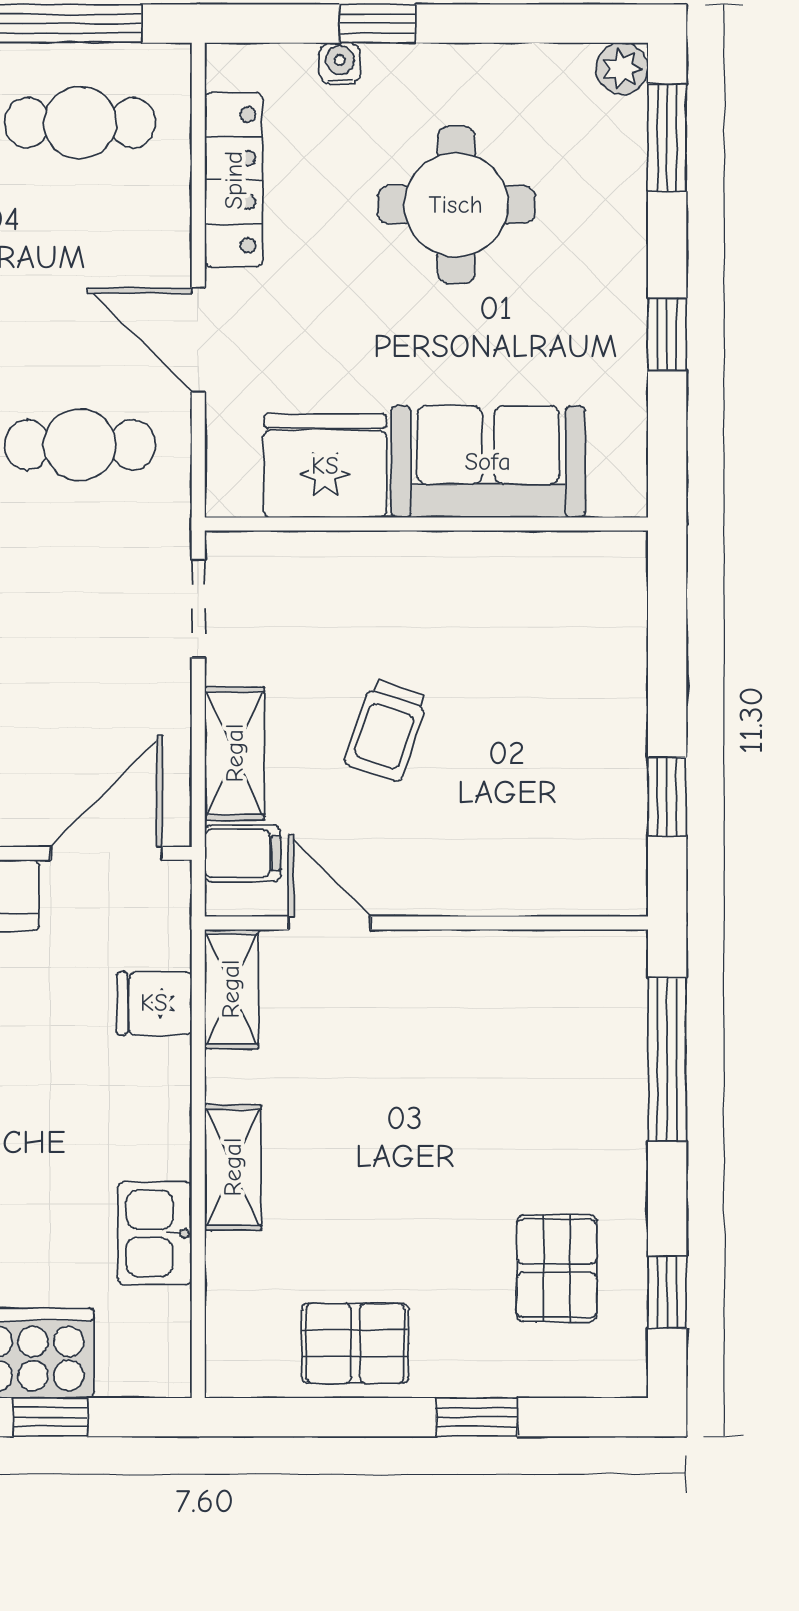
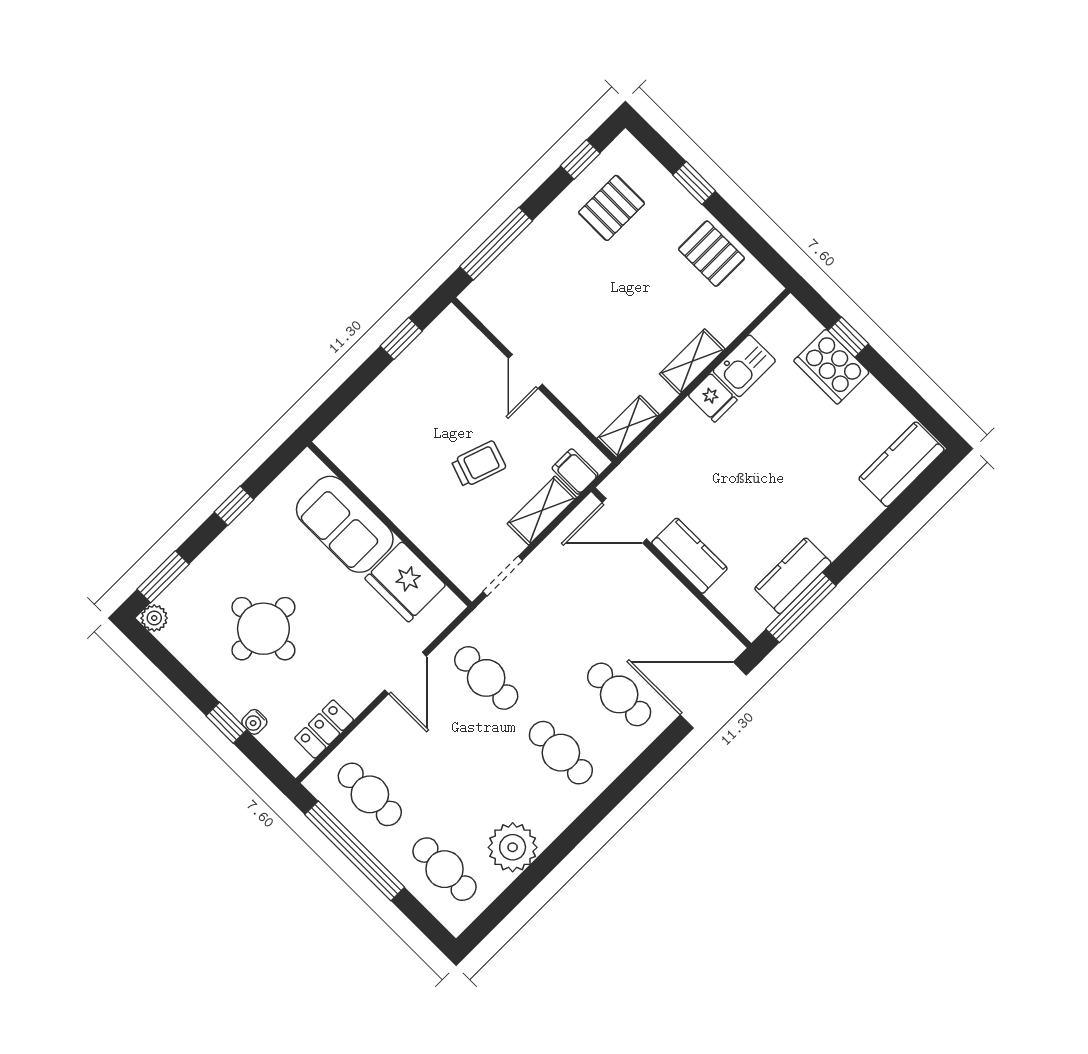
locker: (234, 180) -> (324, 729), width x0.66
door: (329, 923) -> (525, 371), moved
fridge: (154, 1003) -> (713, 398), moved

